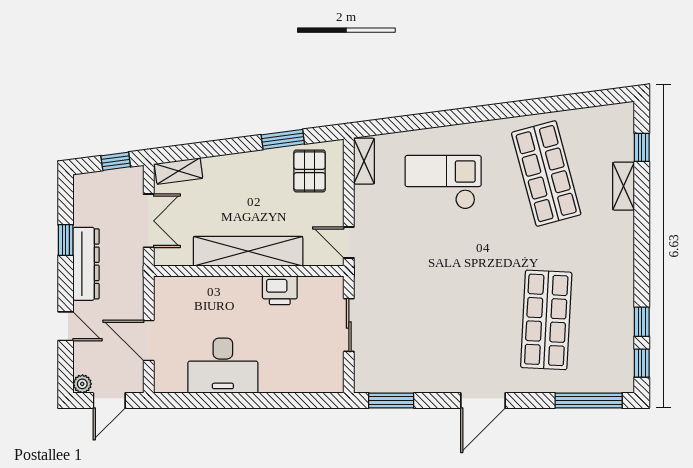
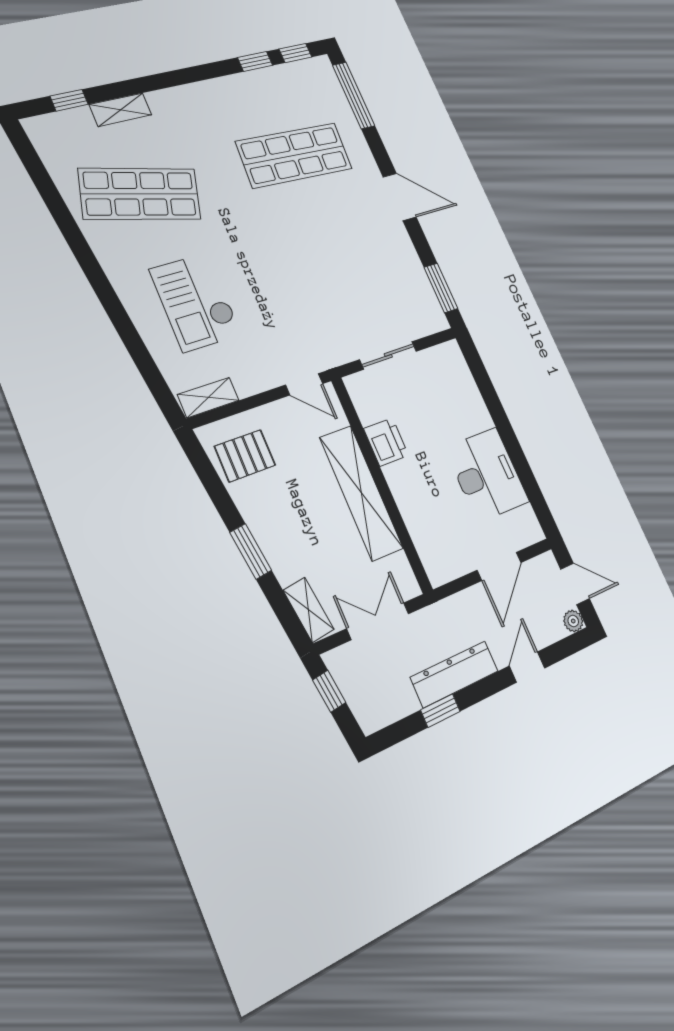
window: (283, 139) -> (251, 551), moved
shop shelf: (546, 174) -> (140, 194), turned 30
door: (349, 242) -> (304, 384), hinge flipped

